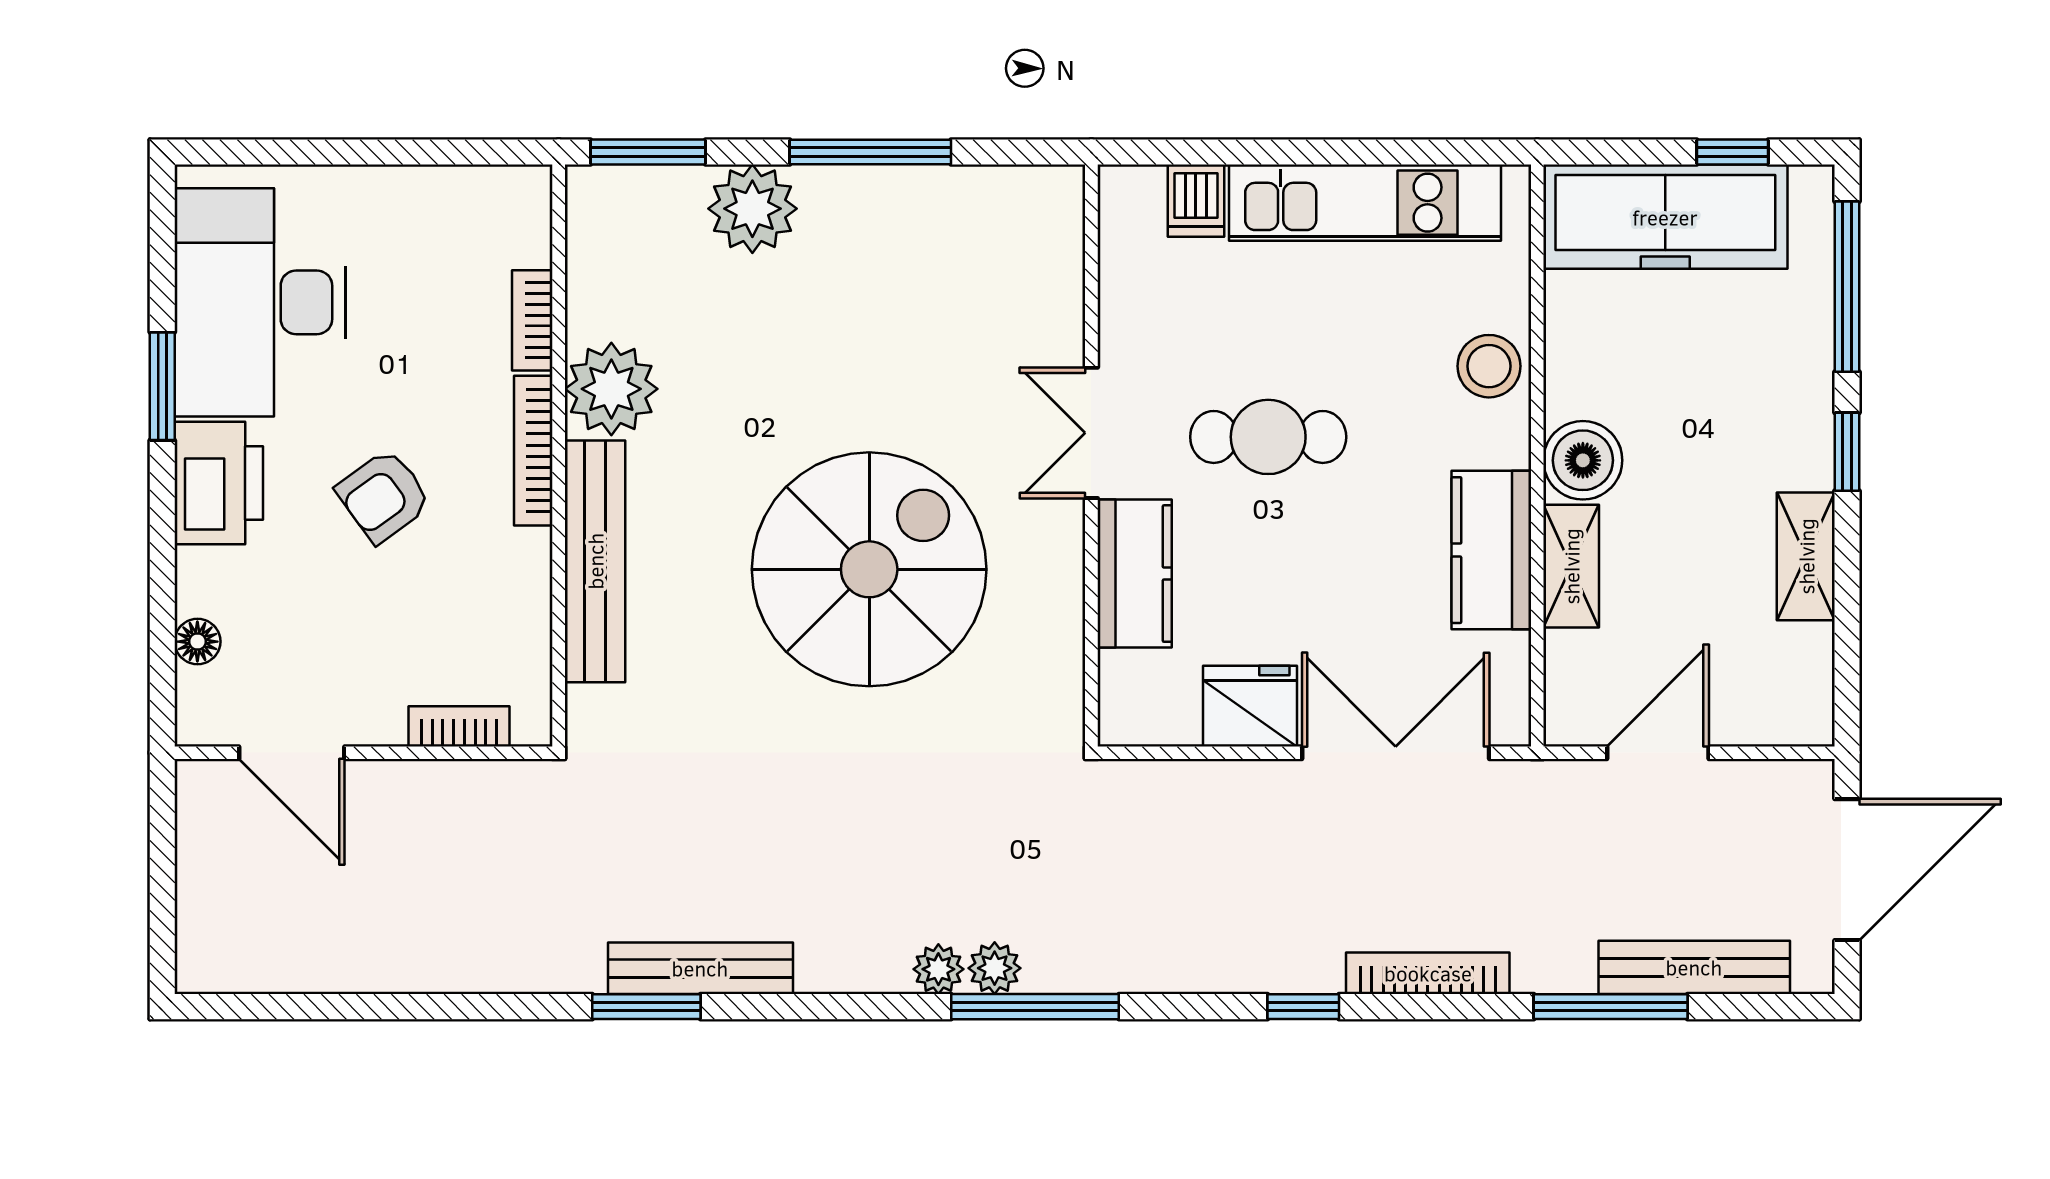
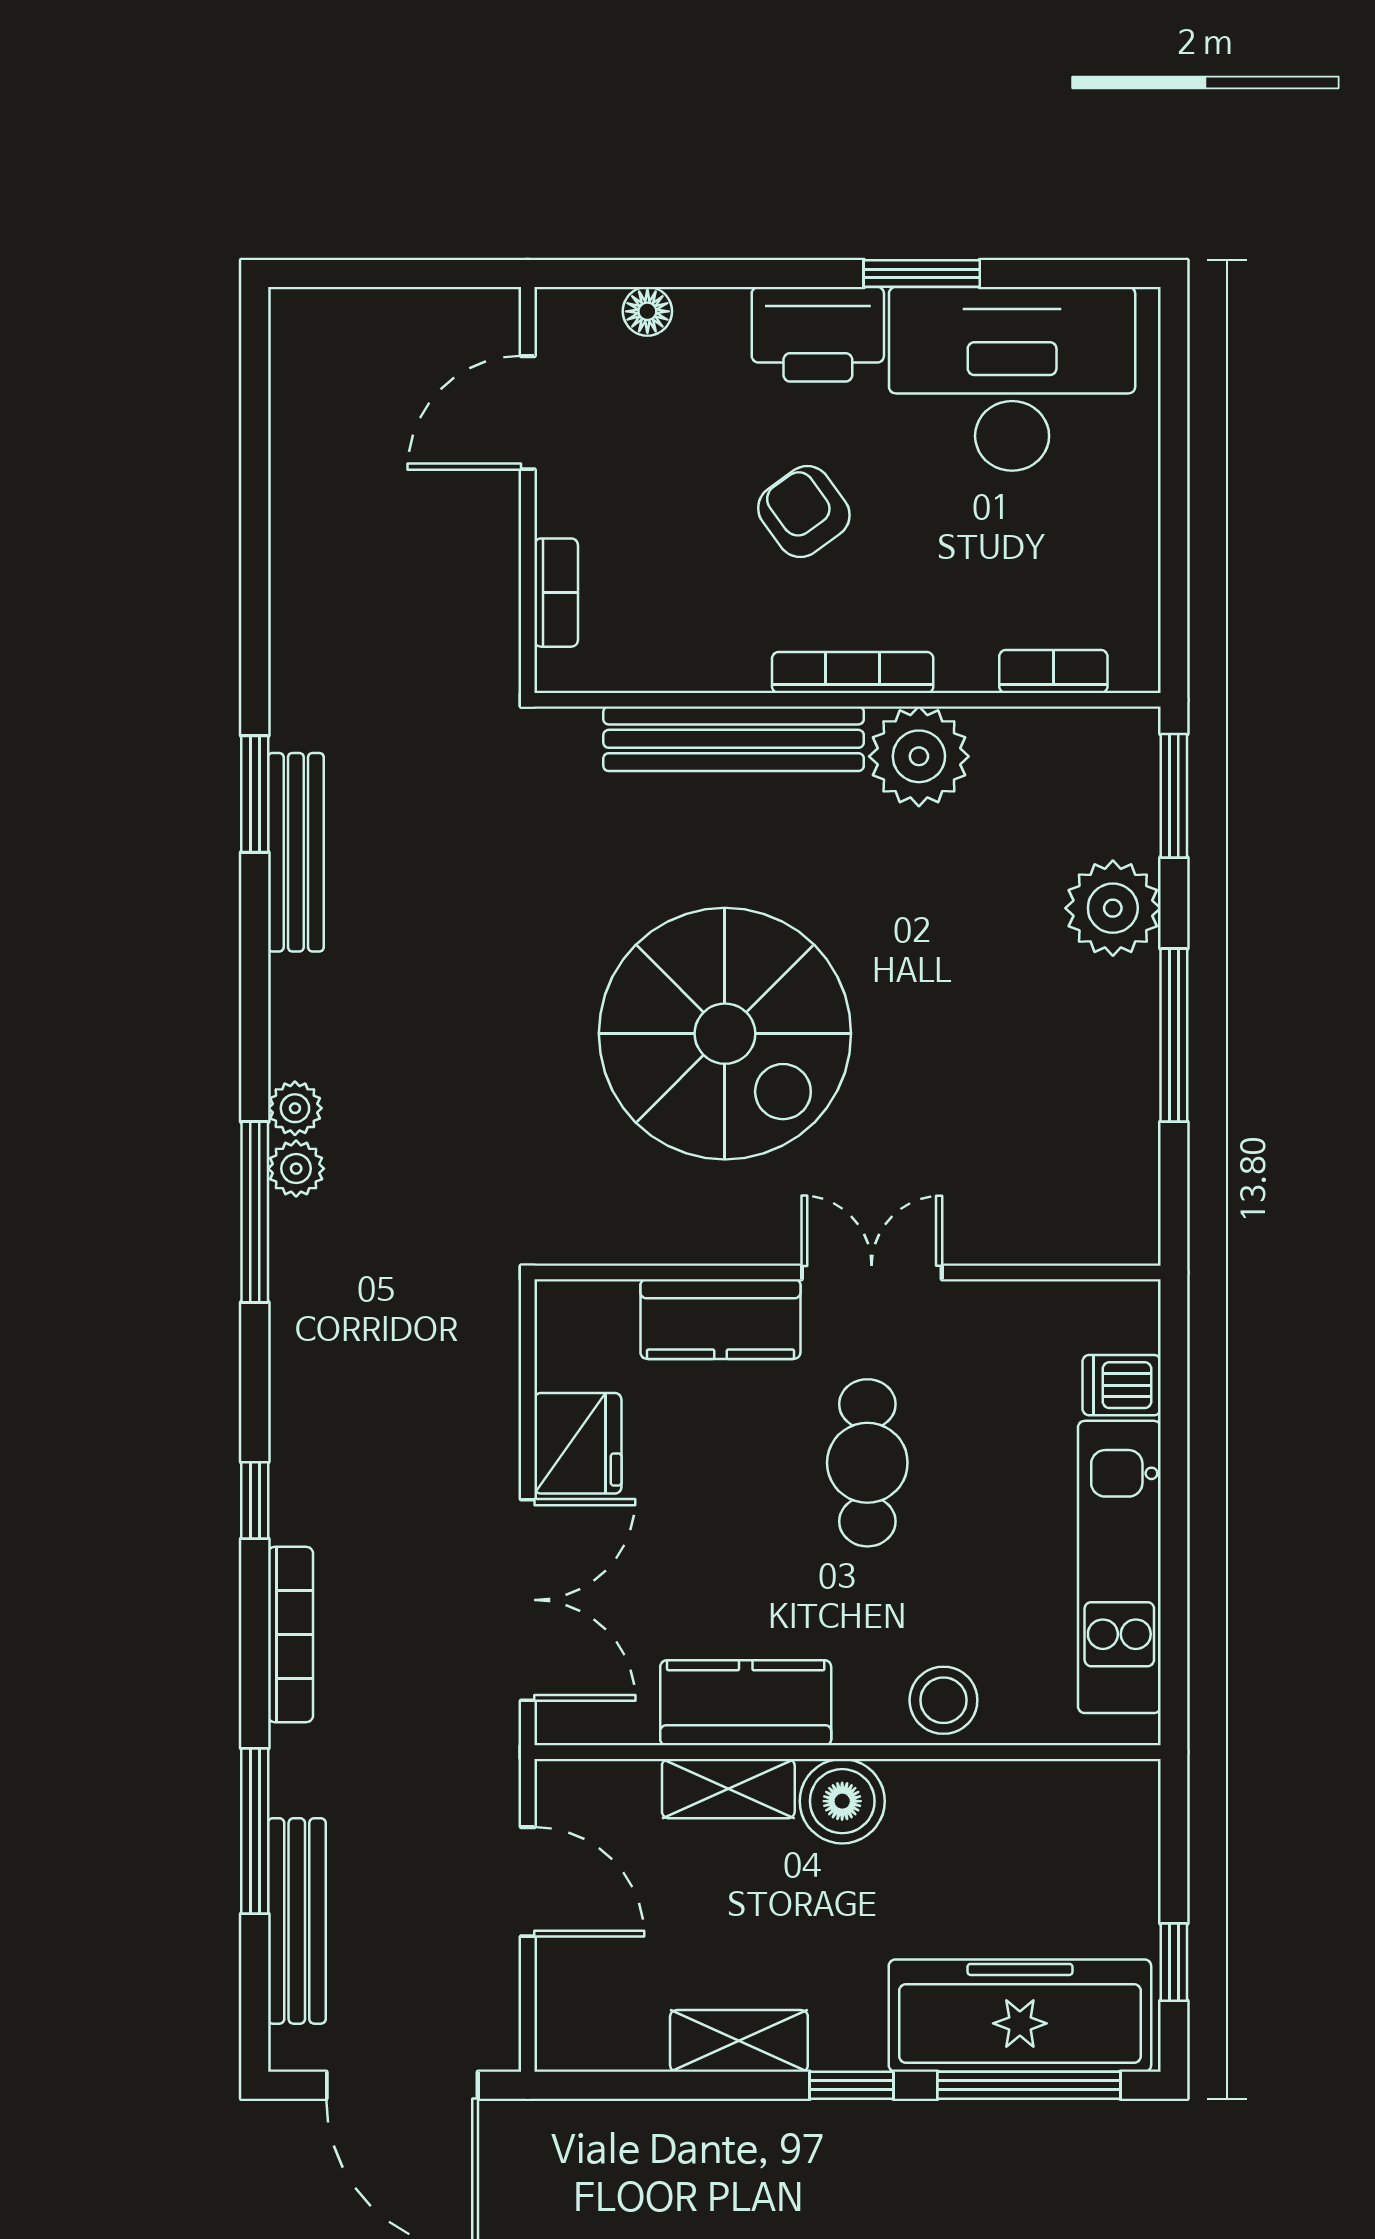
freezer: (1665, 217) -> (1020, 2016), moved, turned 90
bookcase: (532, 320) -> (1053, 671), moved

